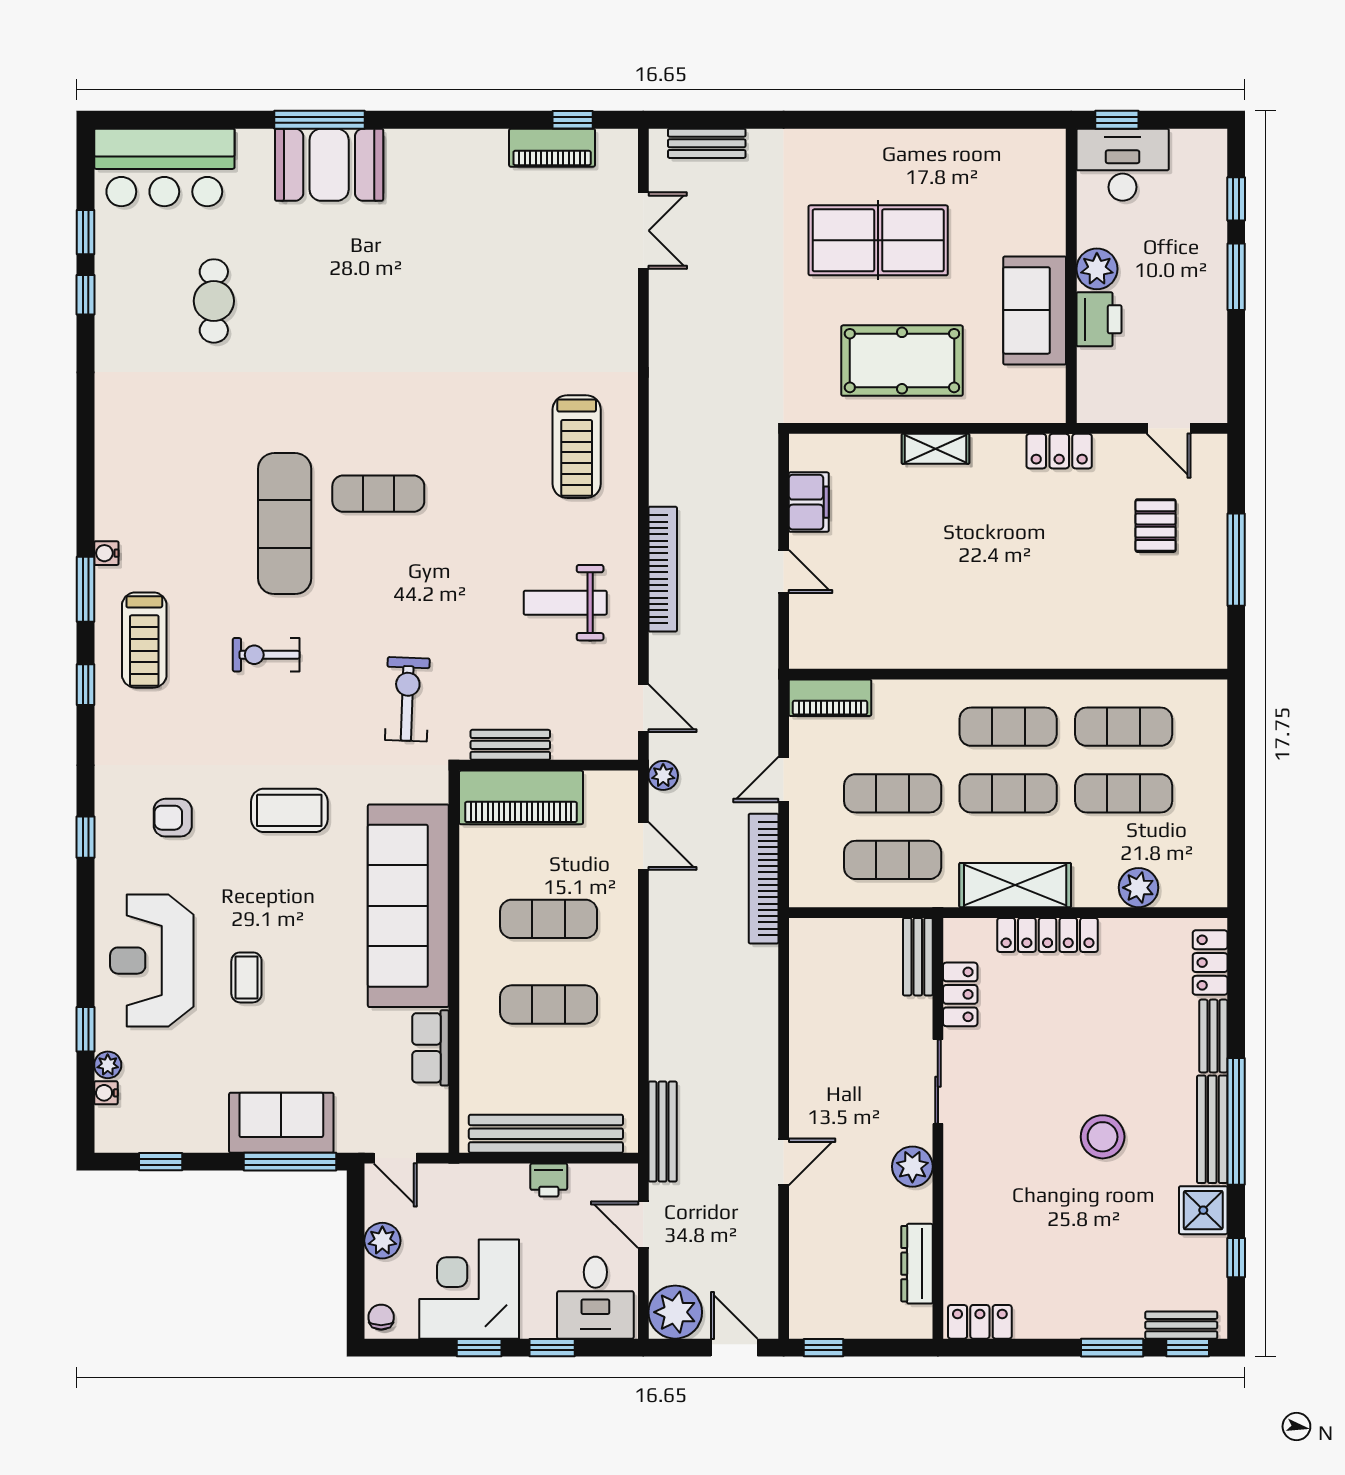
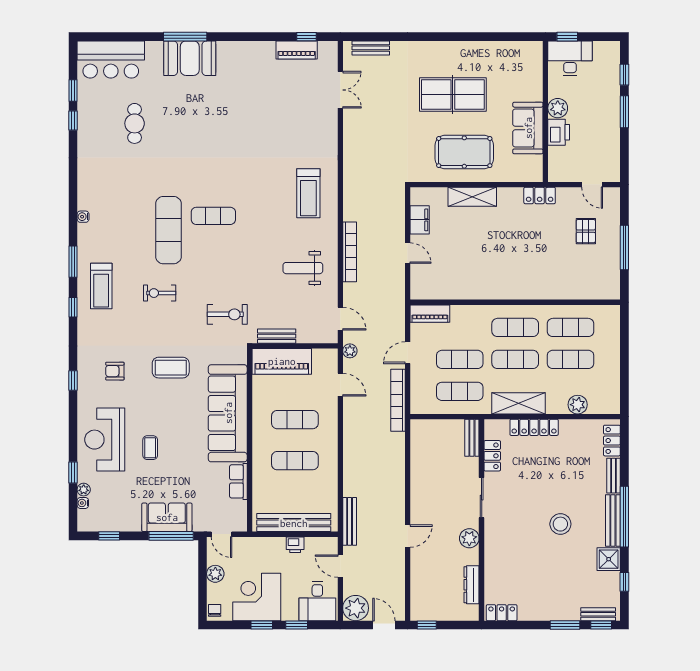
shelving: (935, 449) -> (472, 197), width x1.50, depth x1.33
water cooler: (106, 553) -> (83, 217), moved
exercise bike: (407, 699) -> (227, 314), turned 88

